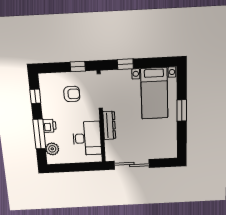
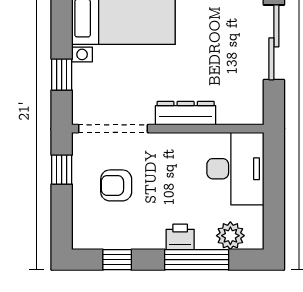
armchair: (72, 94) -> (116, 185), turned -90
desk: (87, 138) -> (235, 169), moved, turned 90
sliding door: (132, 164) -> (274, 42), moved

